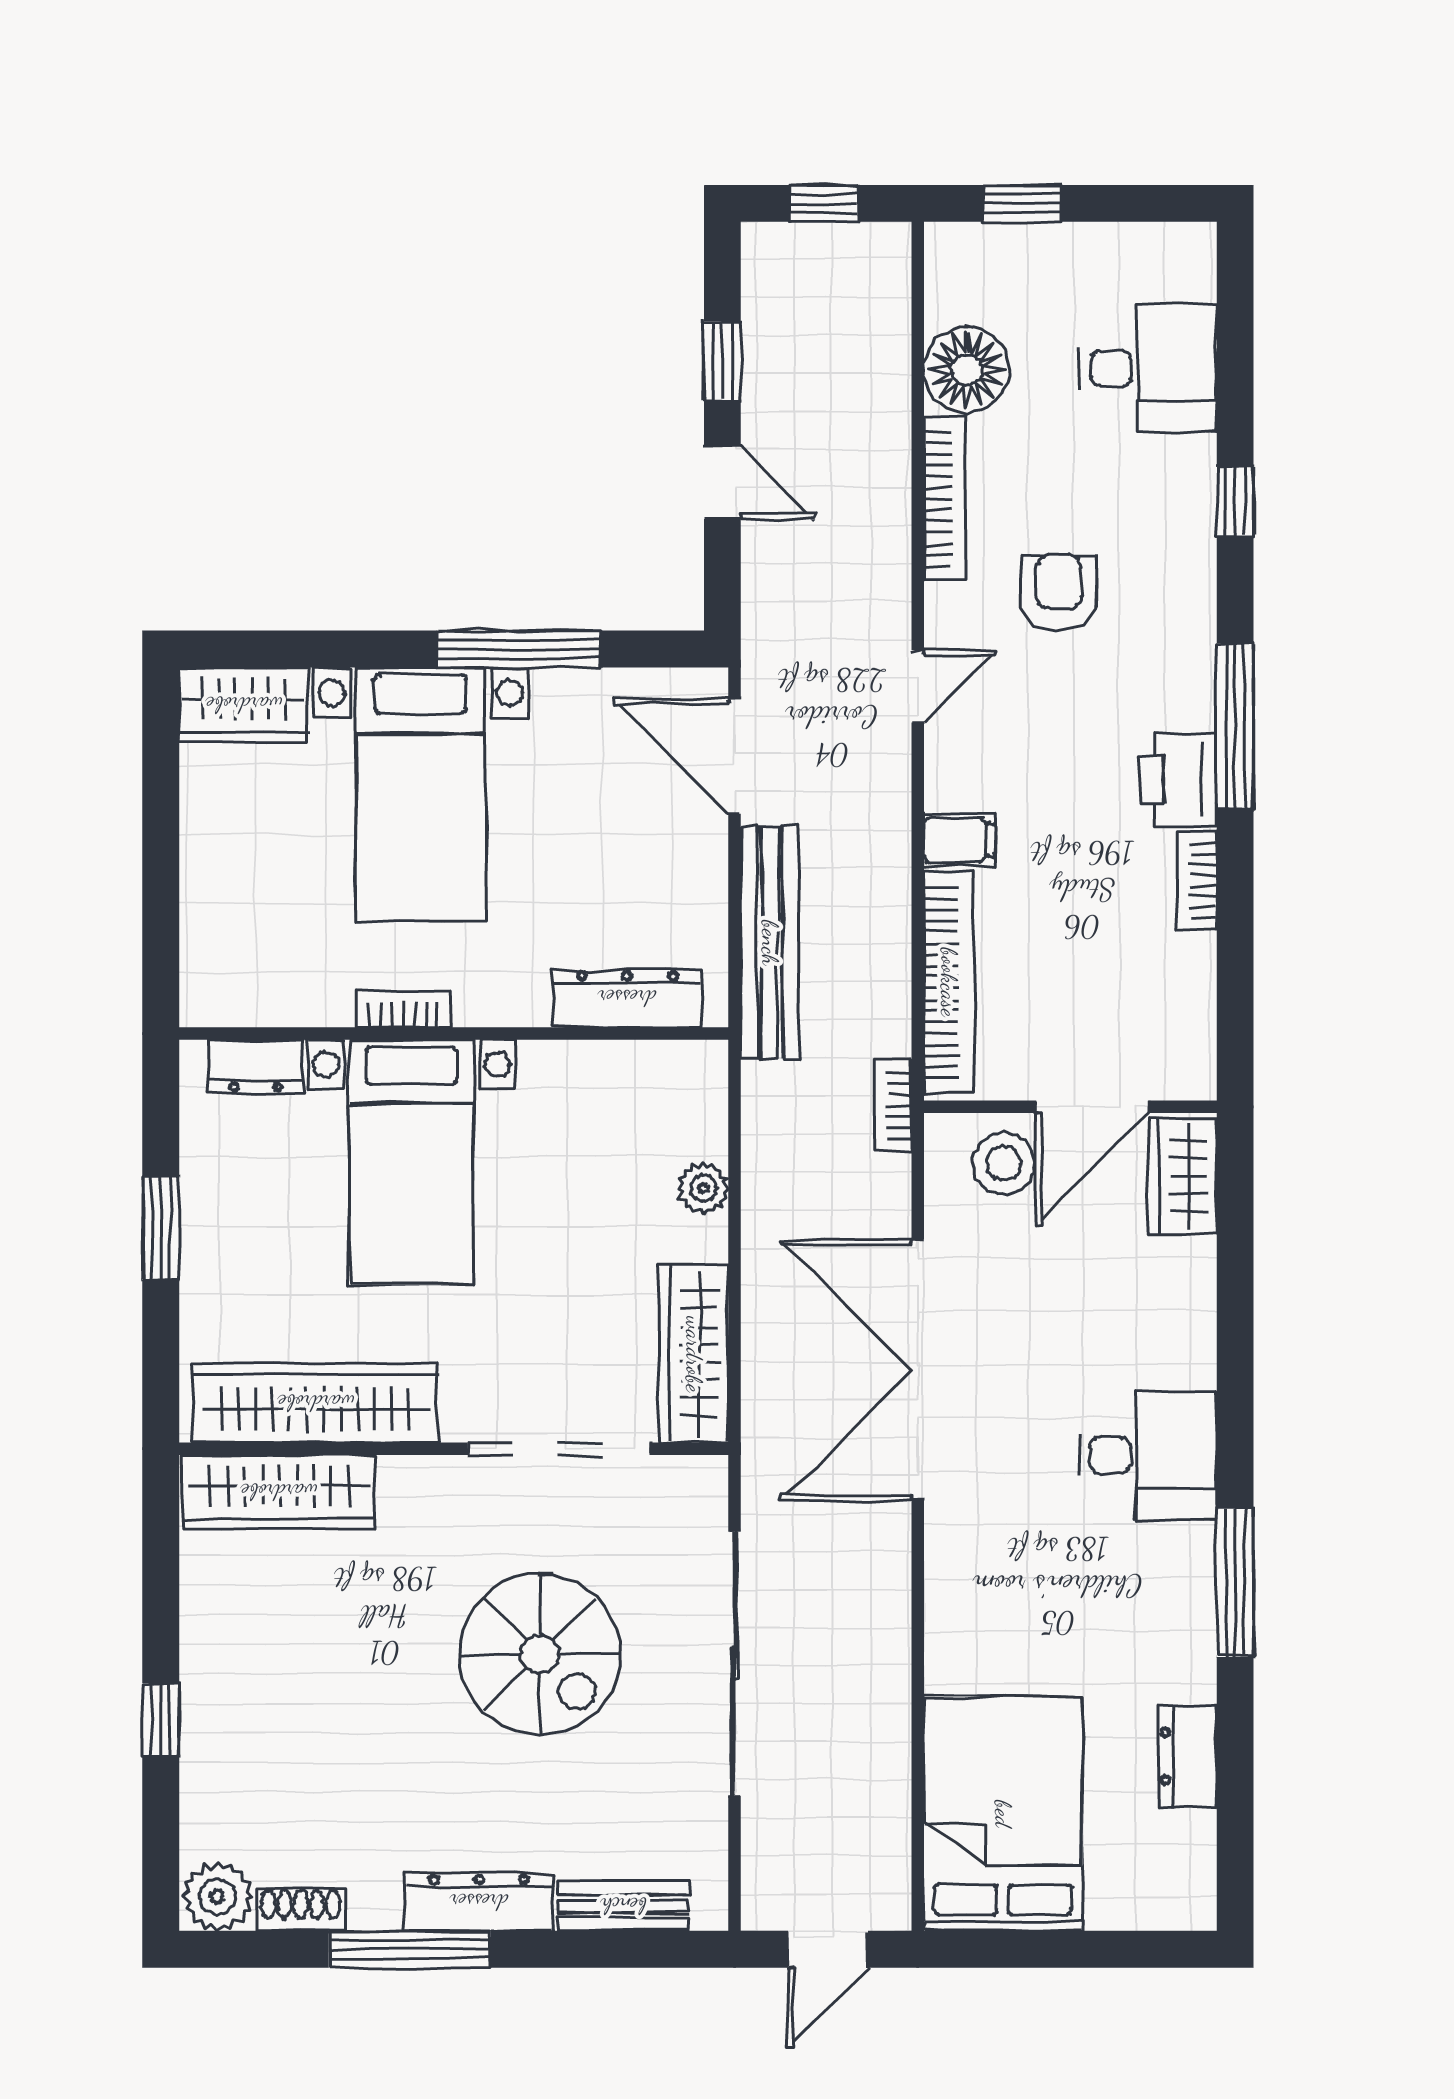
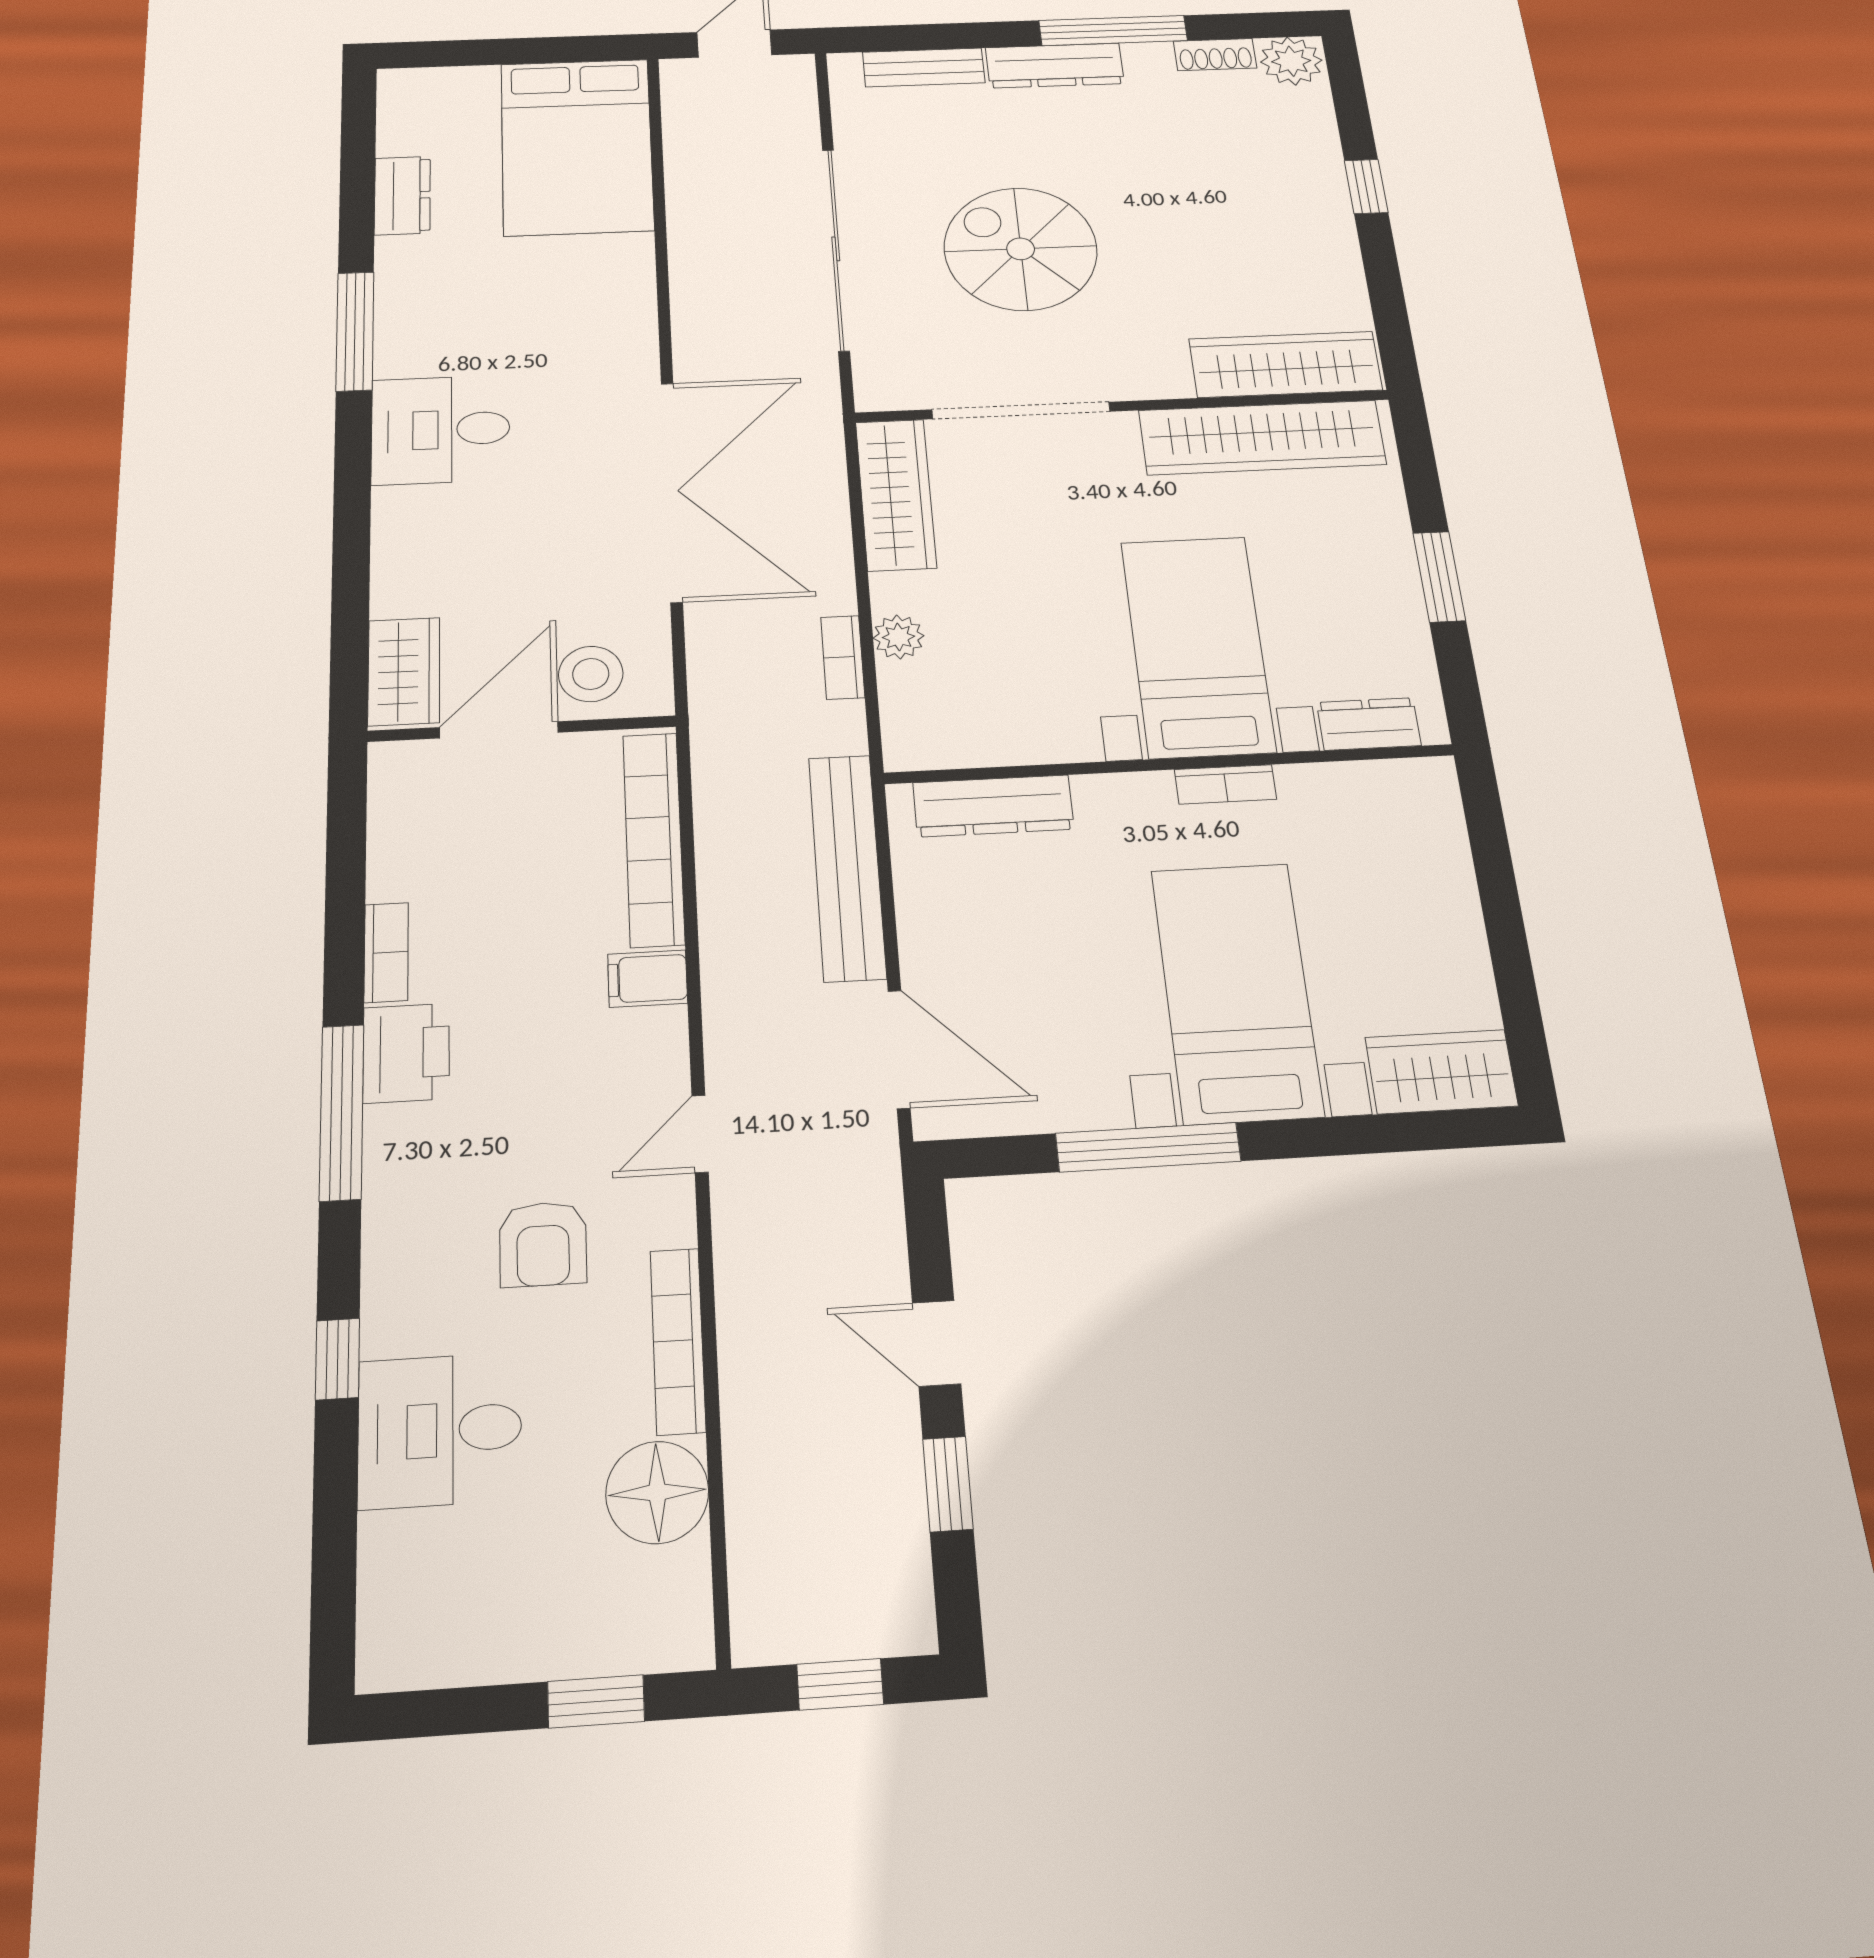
desk: (1148, 368) -> (440, 1430), moved
bookcase: (893, 1106) -> (843, 657), moved, turned 180

